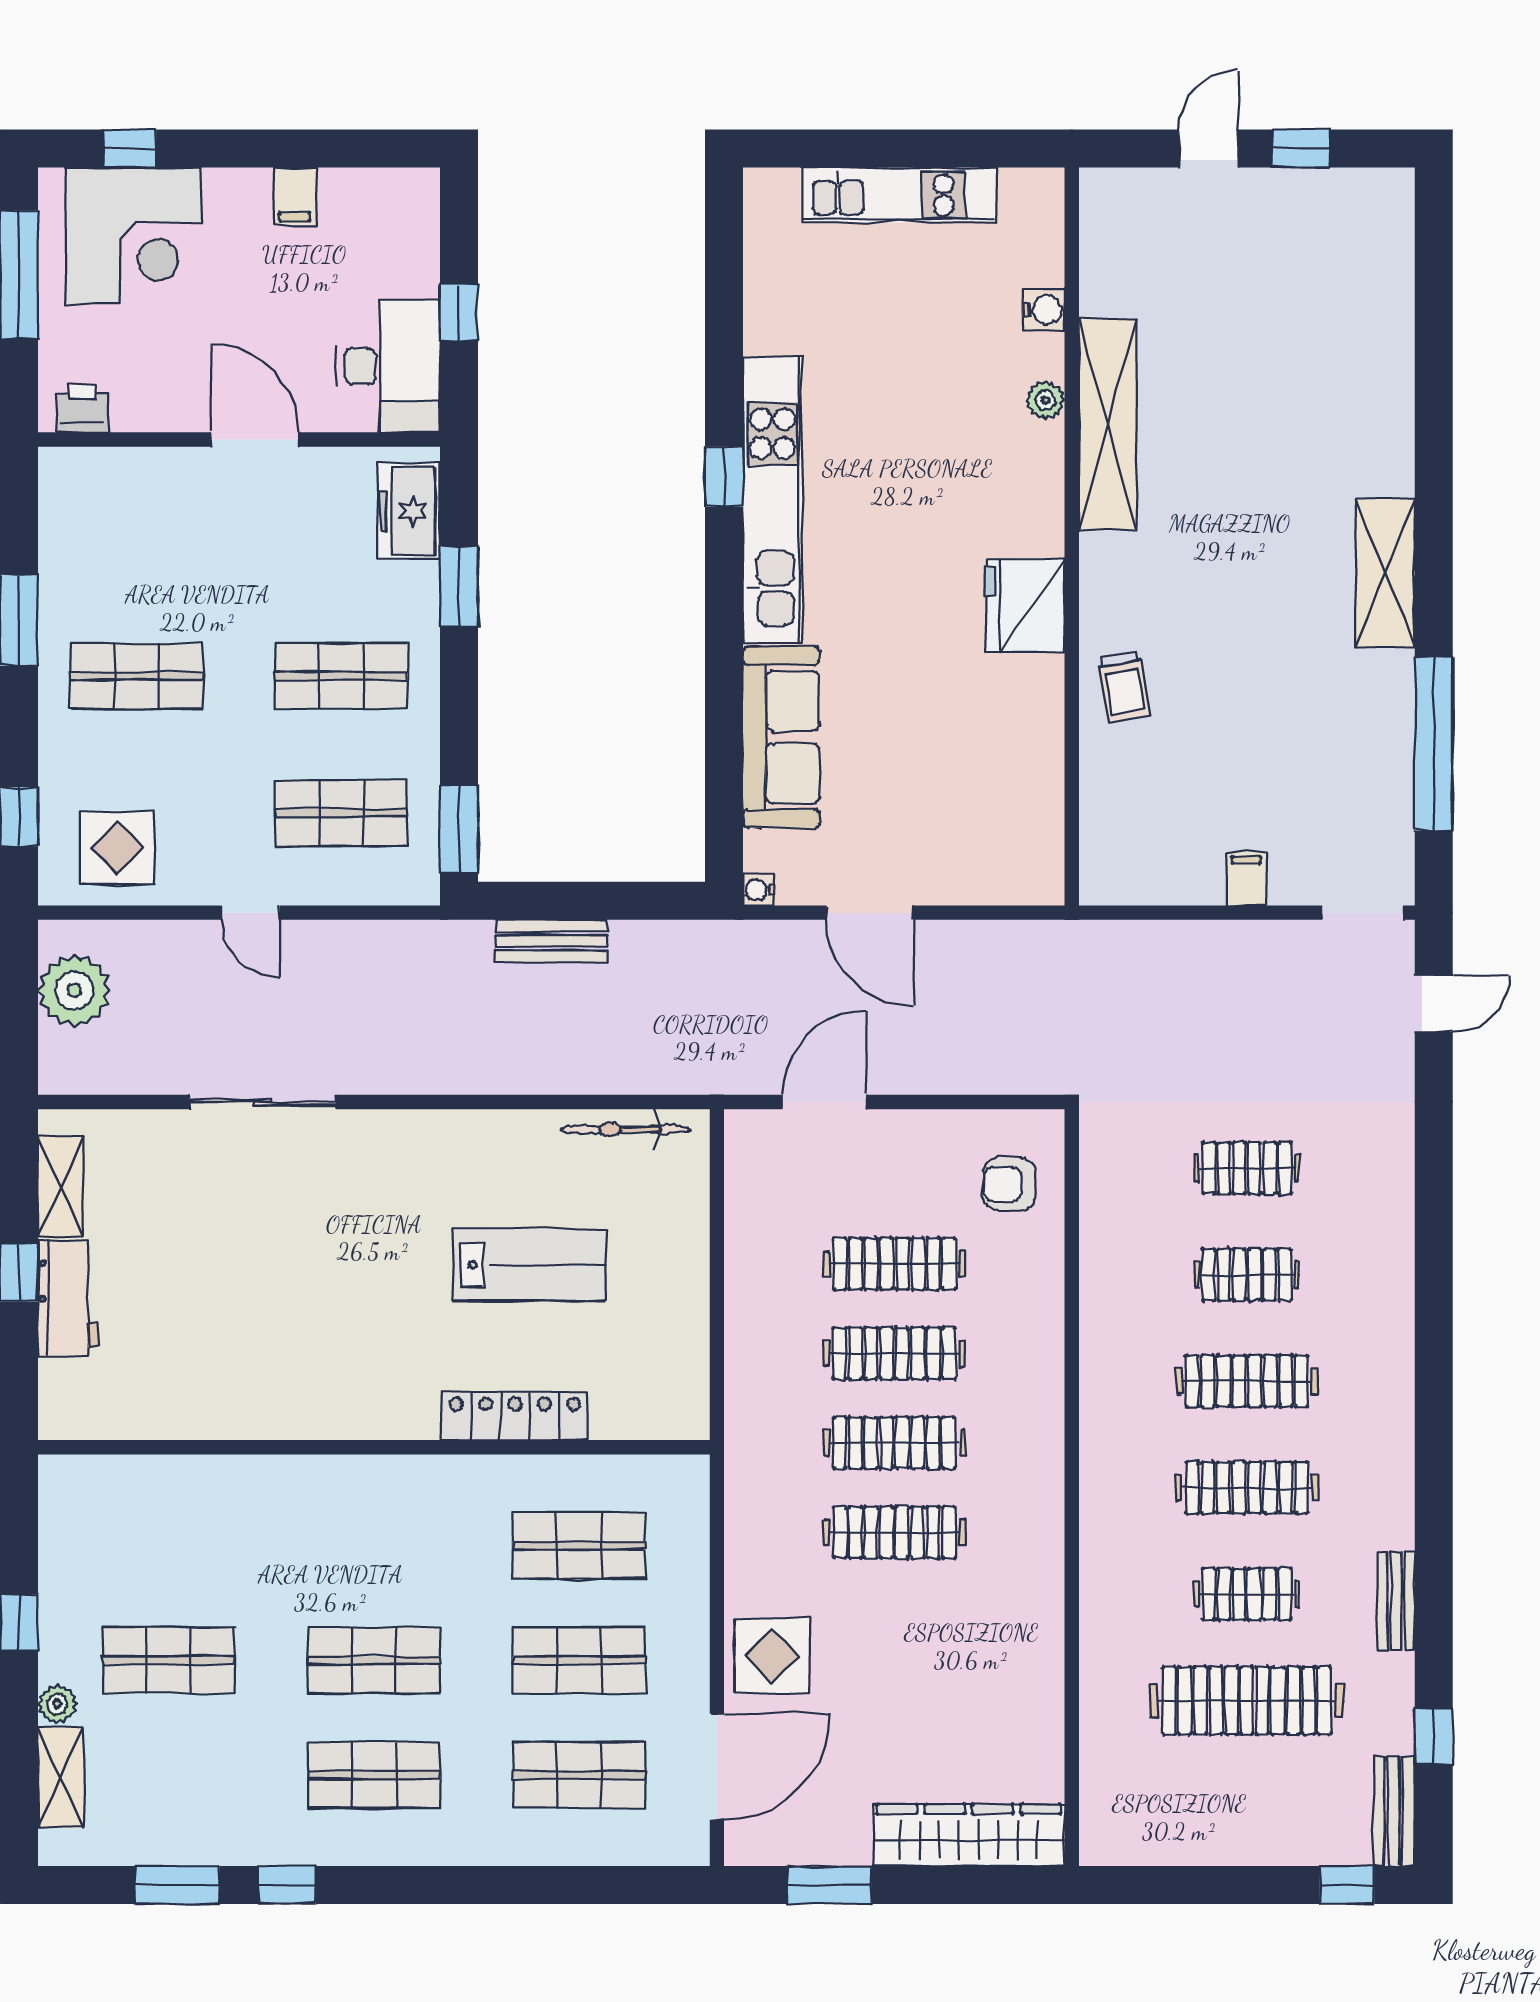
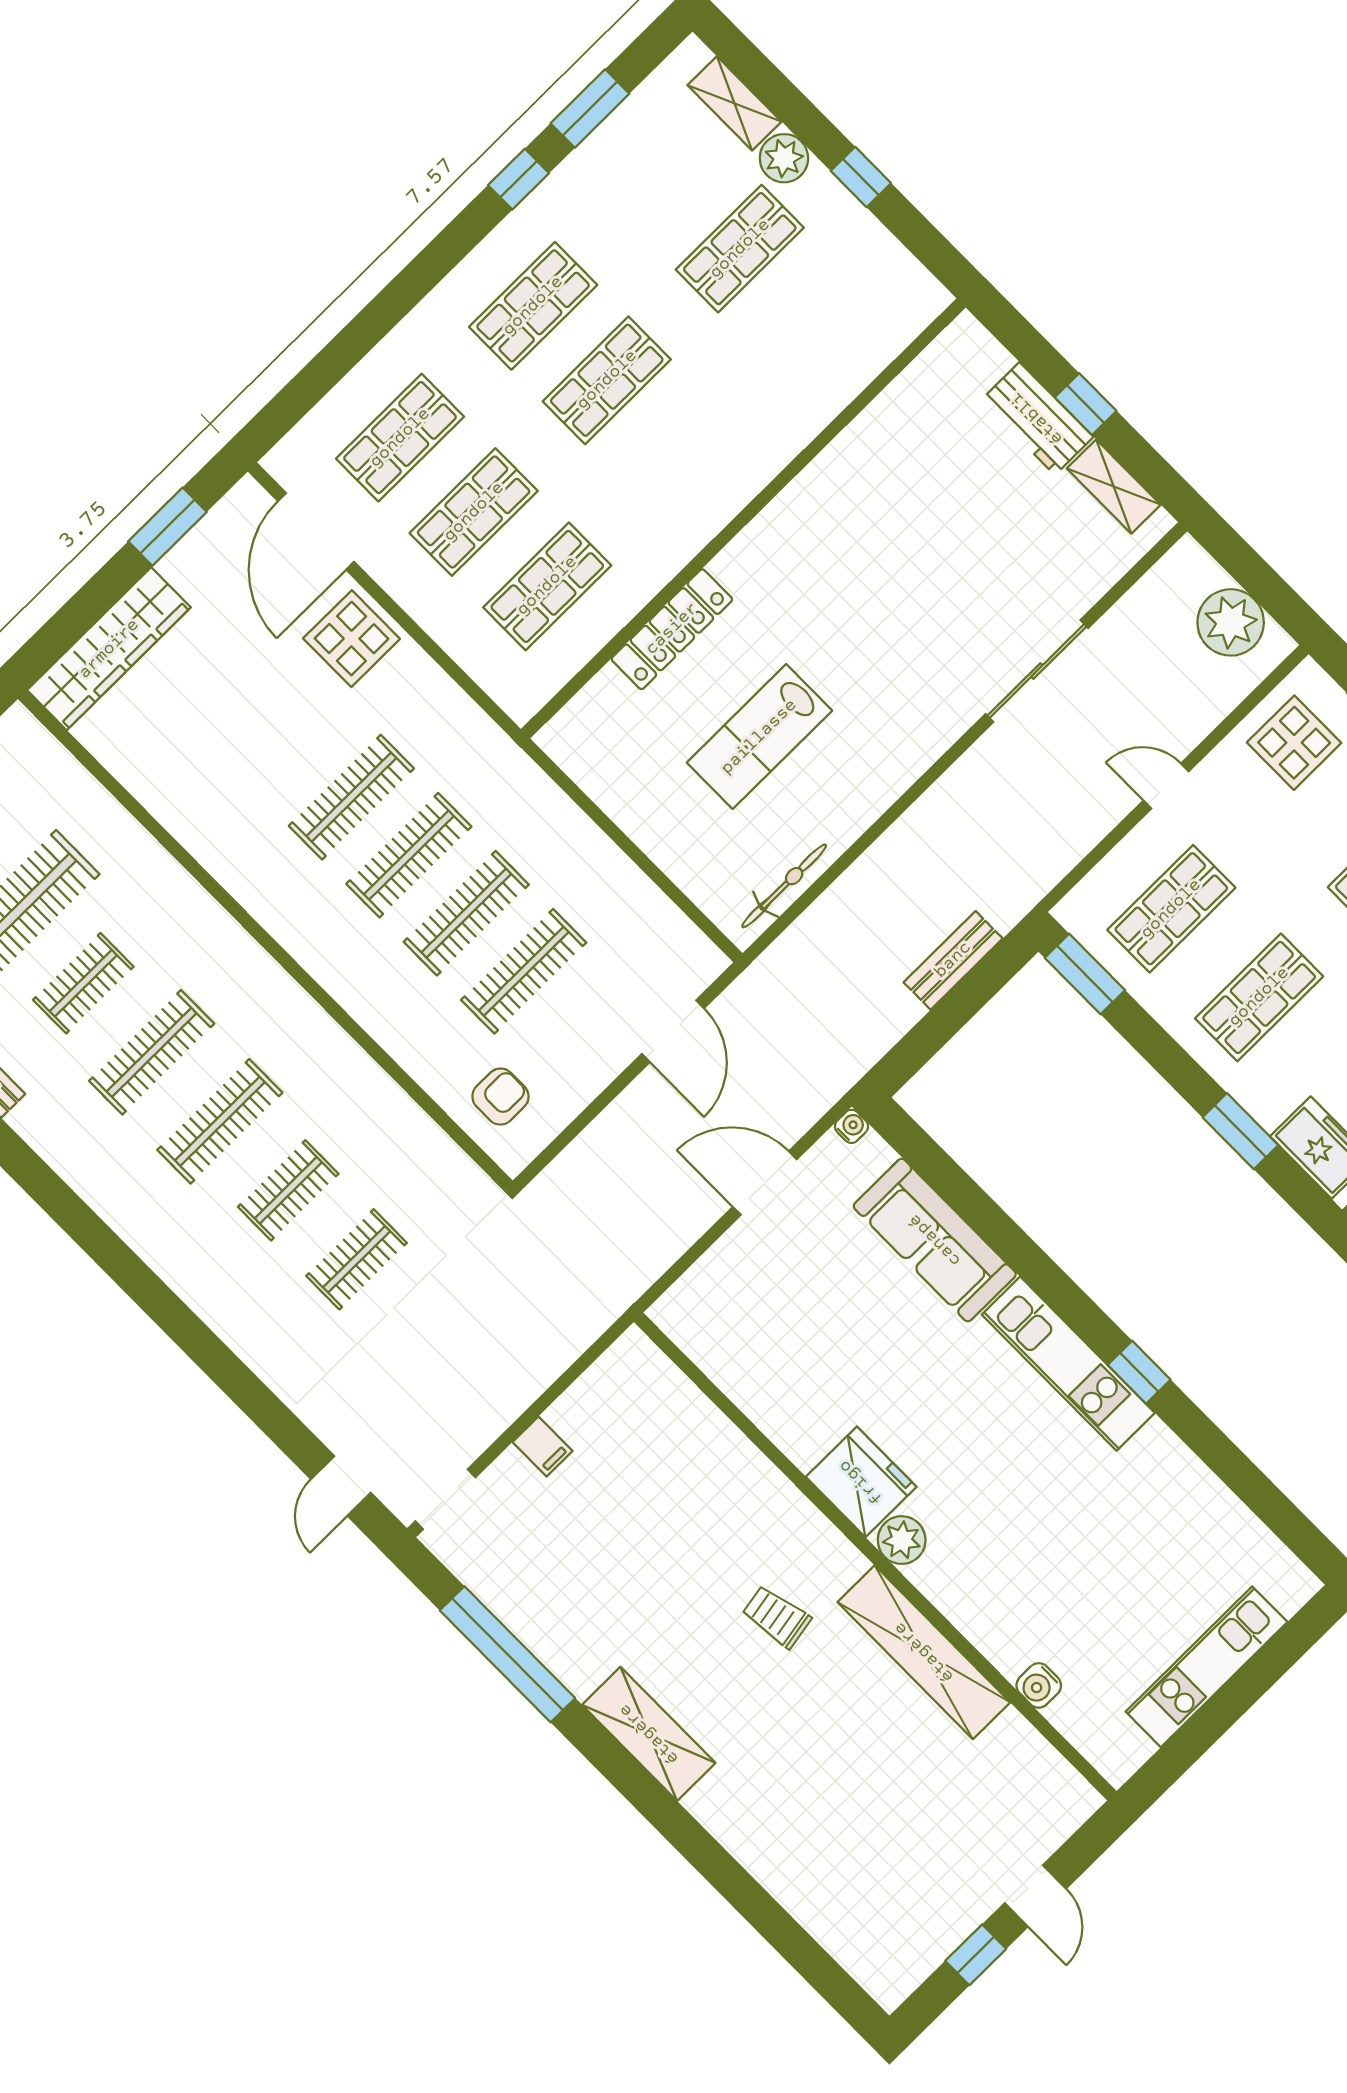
plant: (1046, 400) -> (902, 1540), moved, width x1.38, depth x1.38
kitchen unit: (773, 500) -> (1068, 1364), width x0.73
trolley: (1124, 686) -> (777, 1617), moved
plant: (57, 1704) -> (784, 158), width x1.38, depth x1.38

